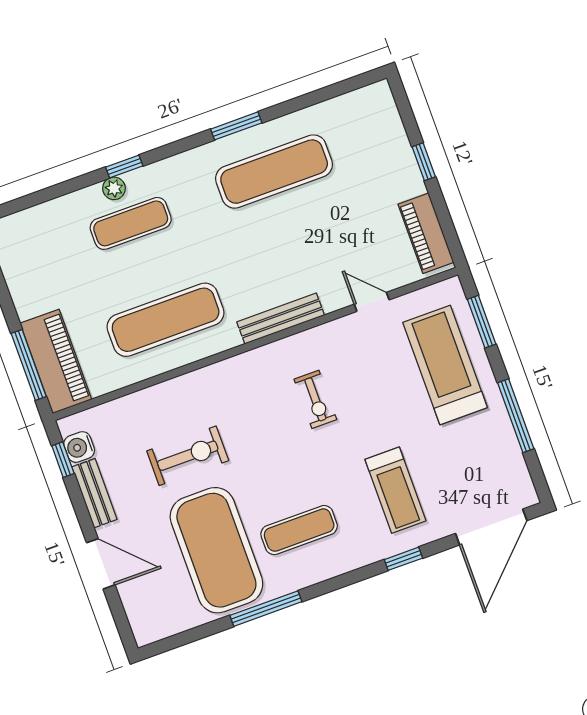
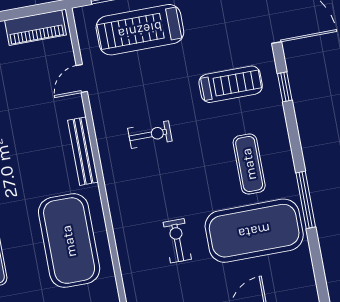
exercise mat: (166, 320) -> (69, 241), width x1.47
exercise bike: (188, 456) -> (177, 241), width x0.73, depth x0.72

